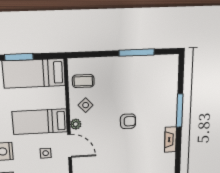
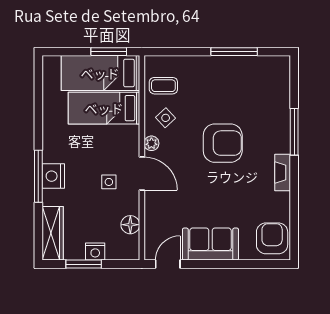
window: (19, 57) -> (109, 52), moved
armchair: (128, 121) -> (223, 143), width x1.88, depth x1.88
bed: (40, 122) -> (104, 108), moved

